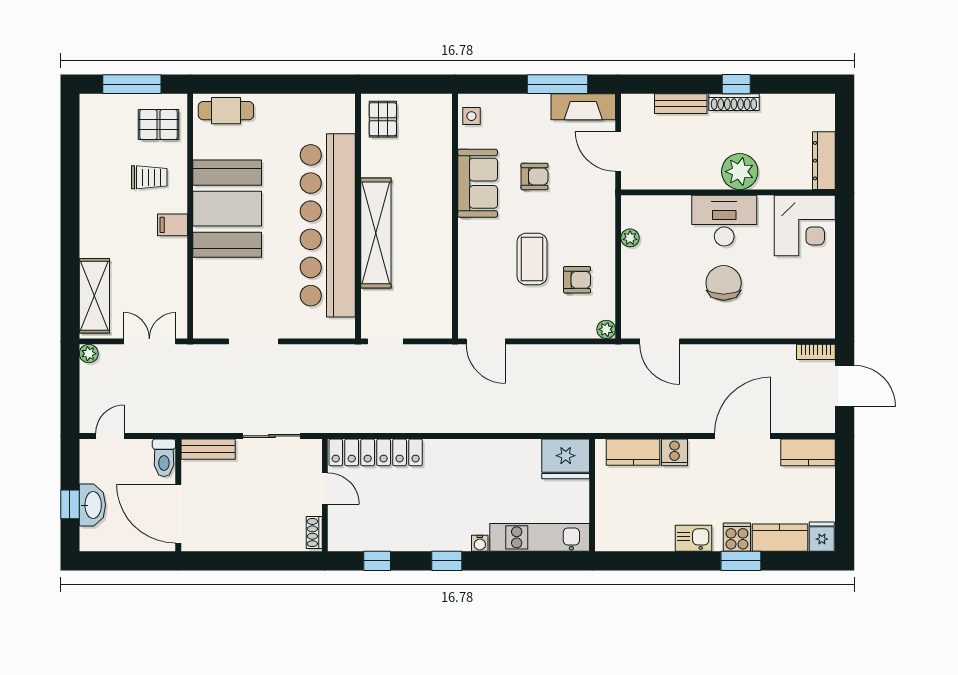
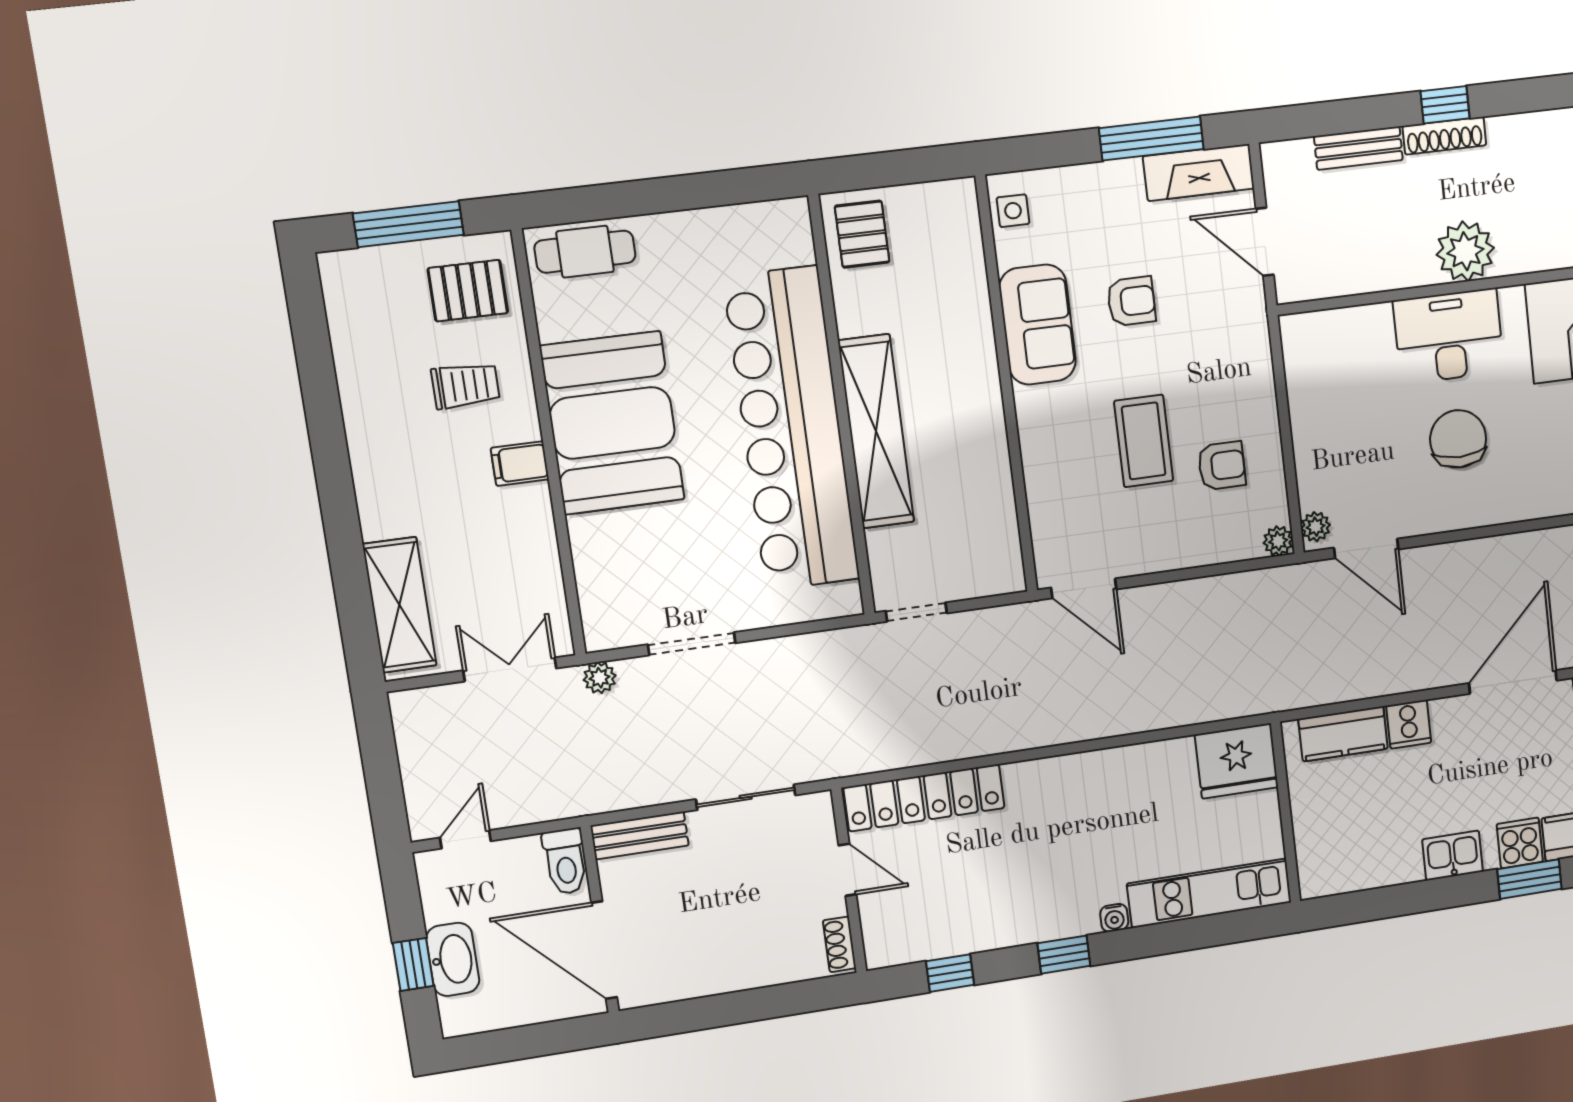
plant: (630, 238) -> (1316, 527), moved
plant: (89, 354) -> (600, 678), moved

